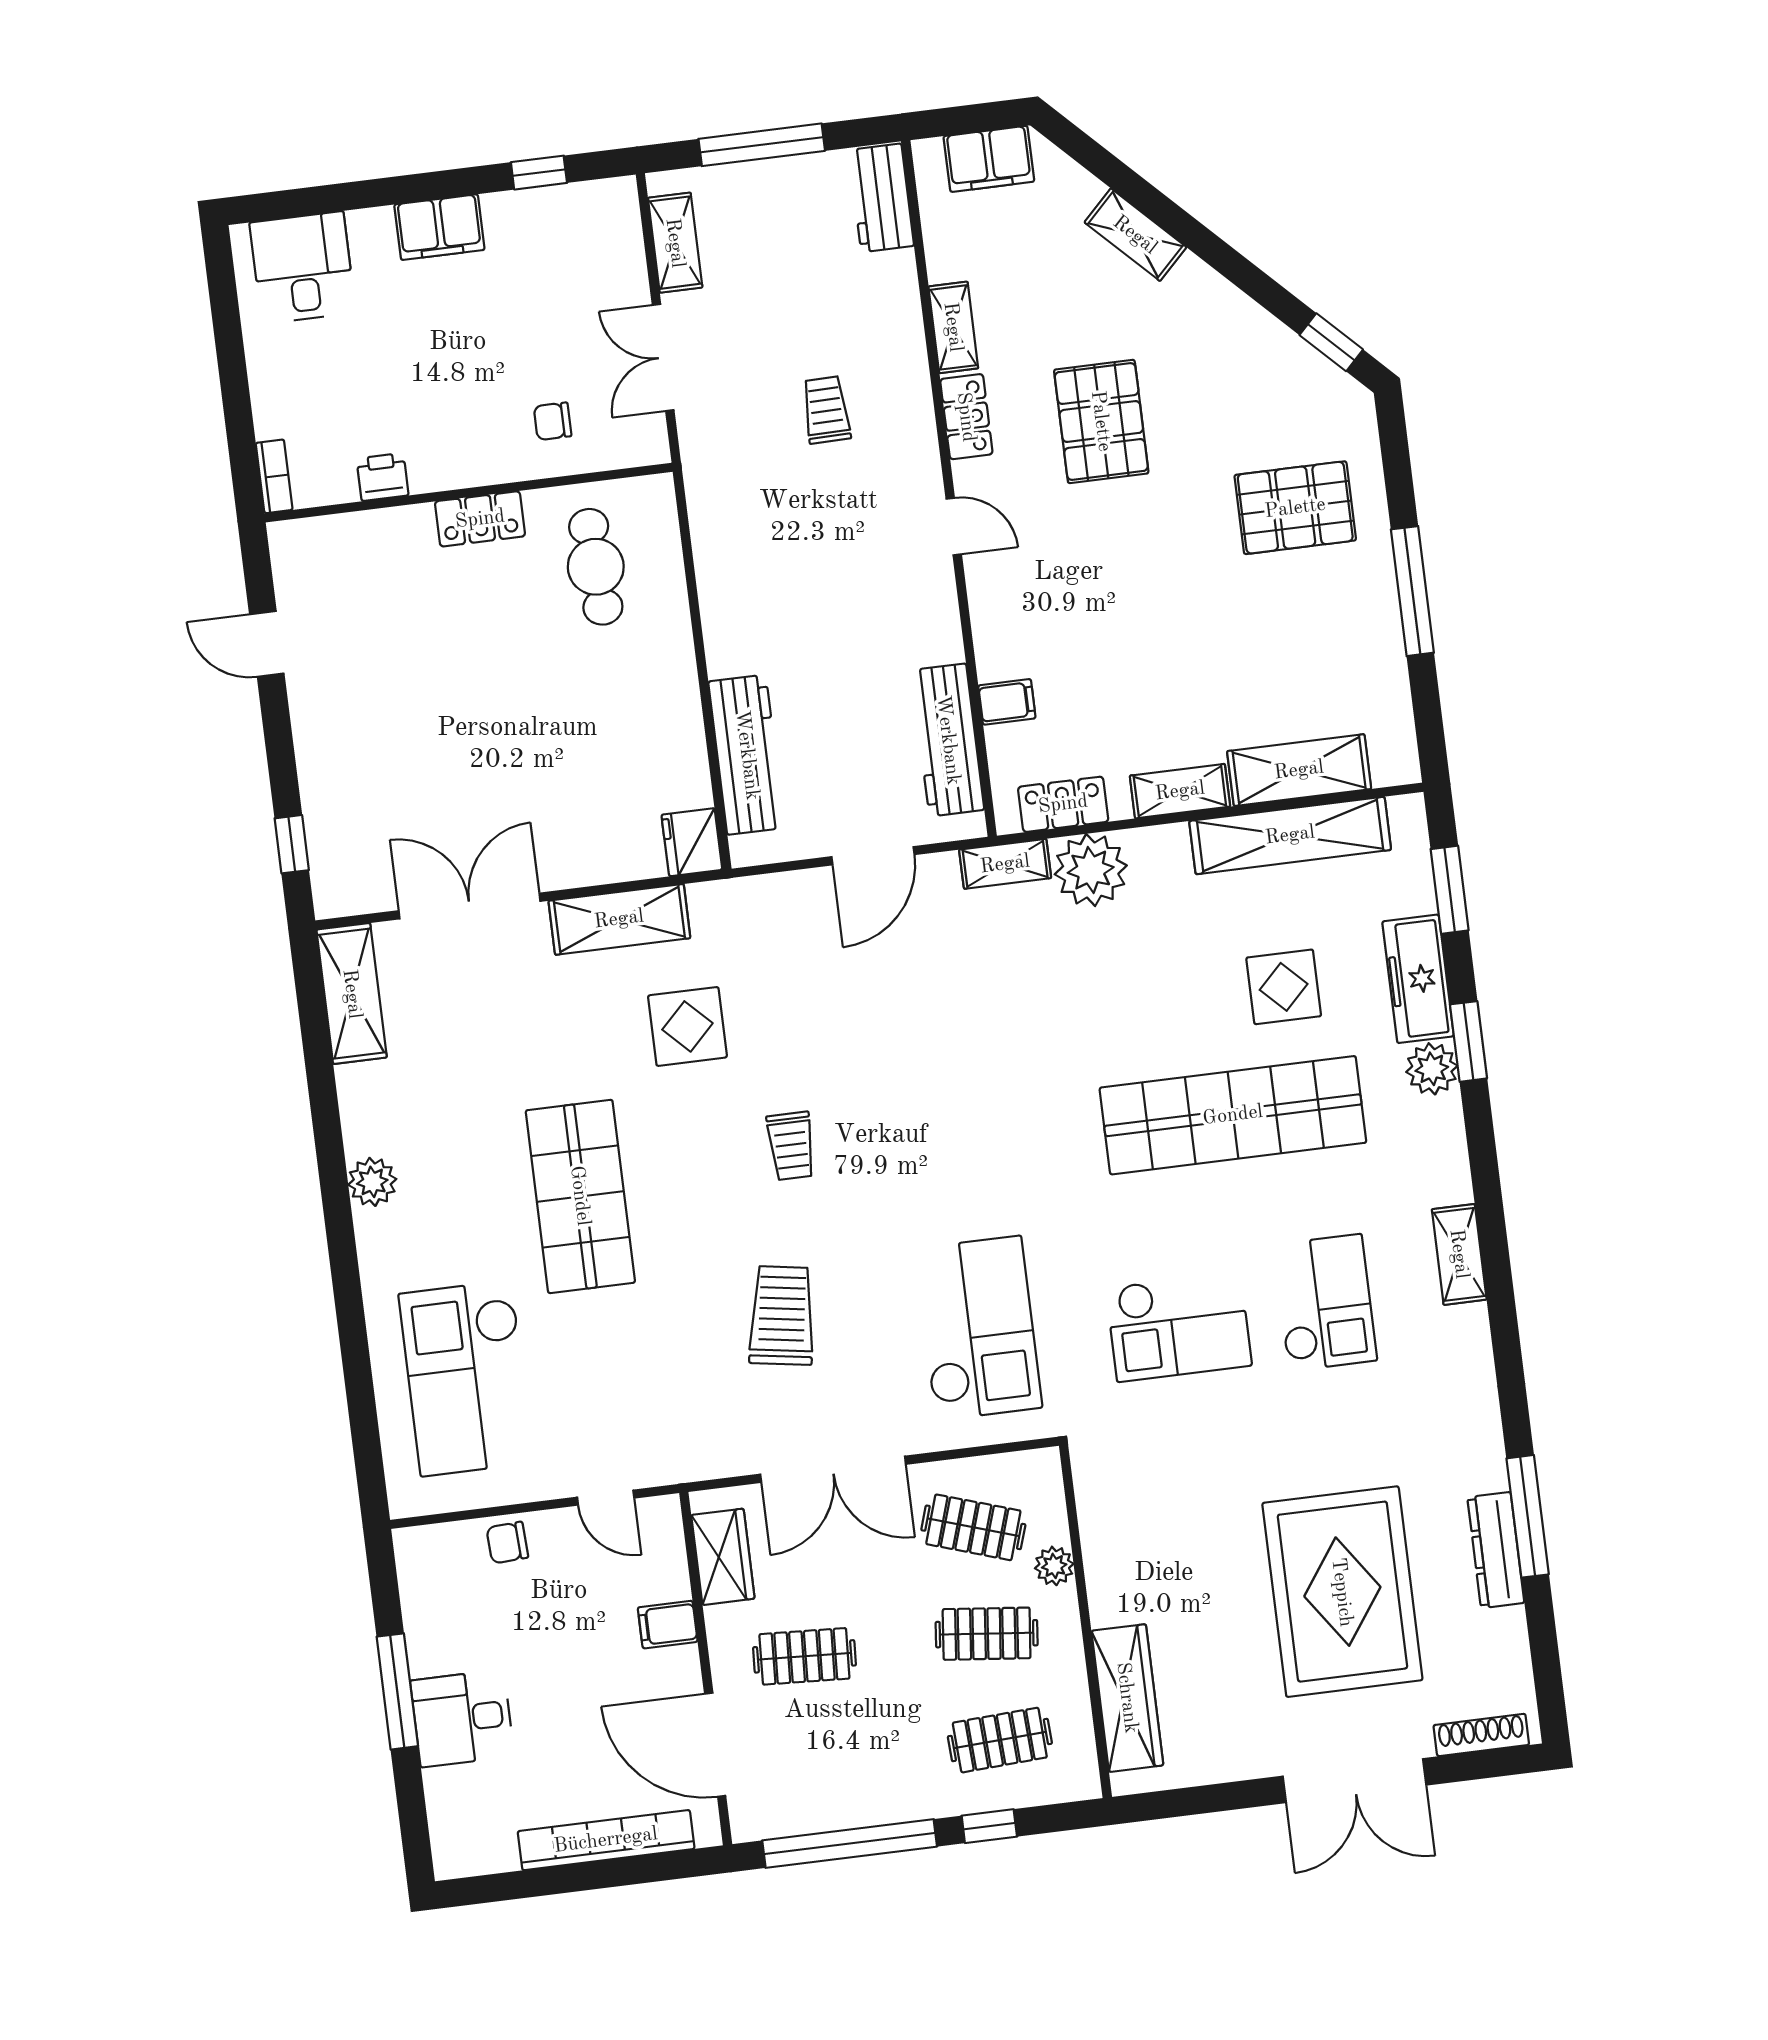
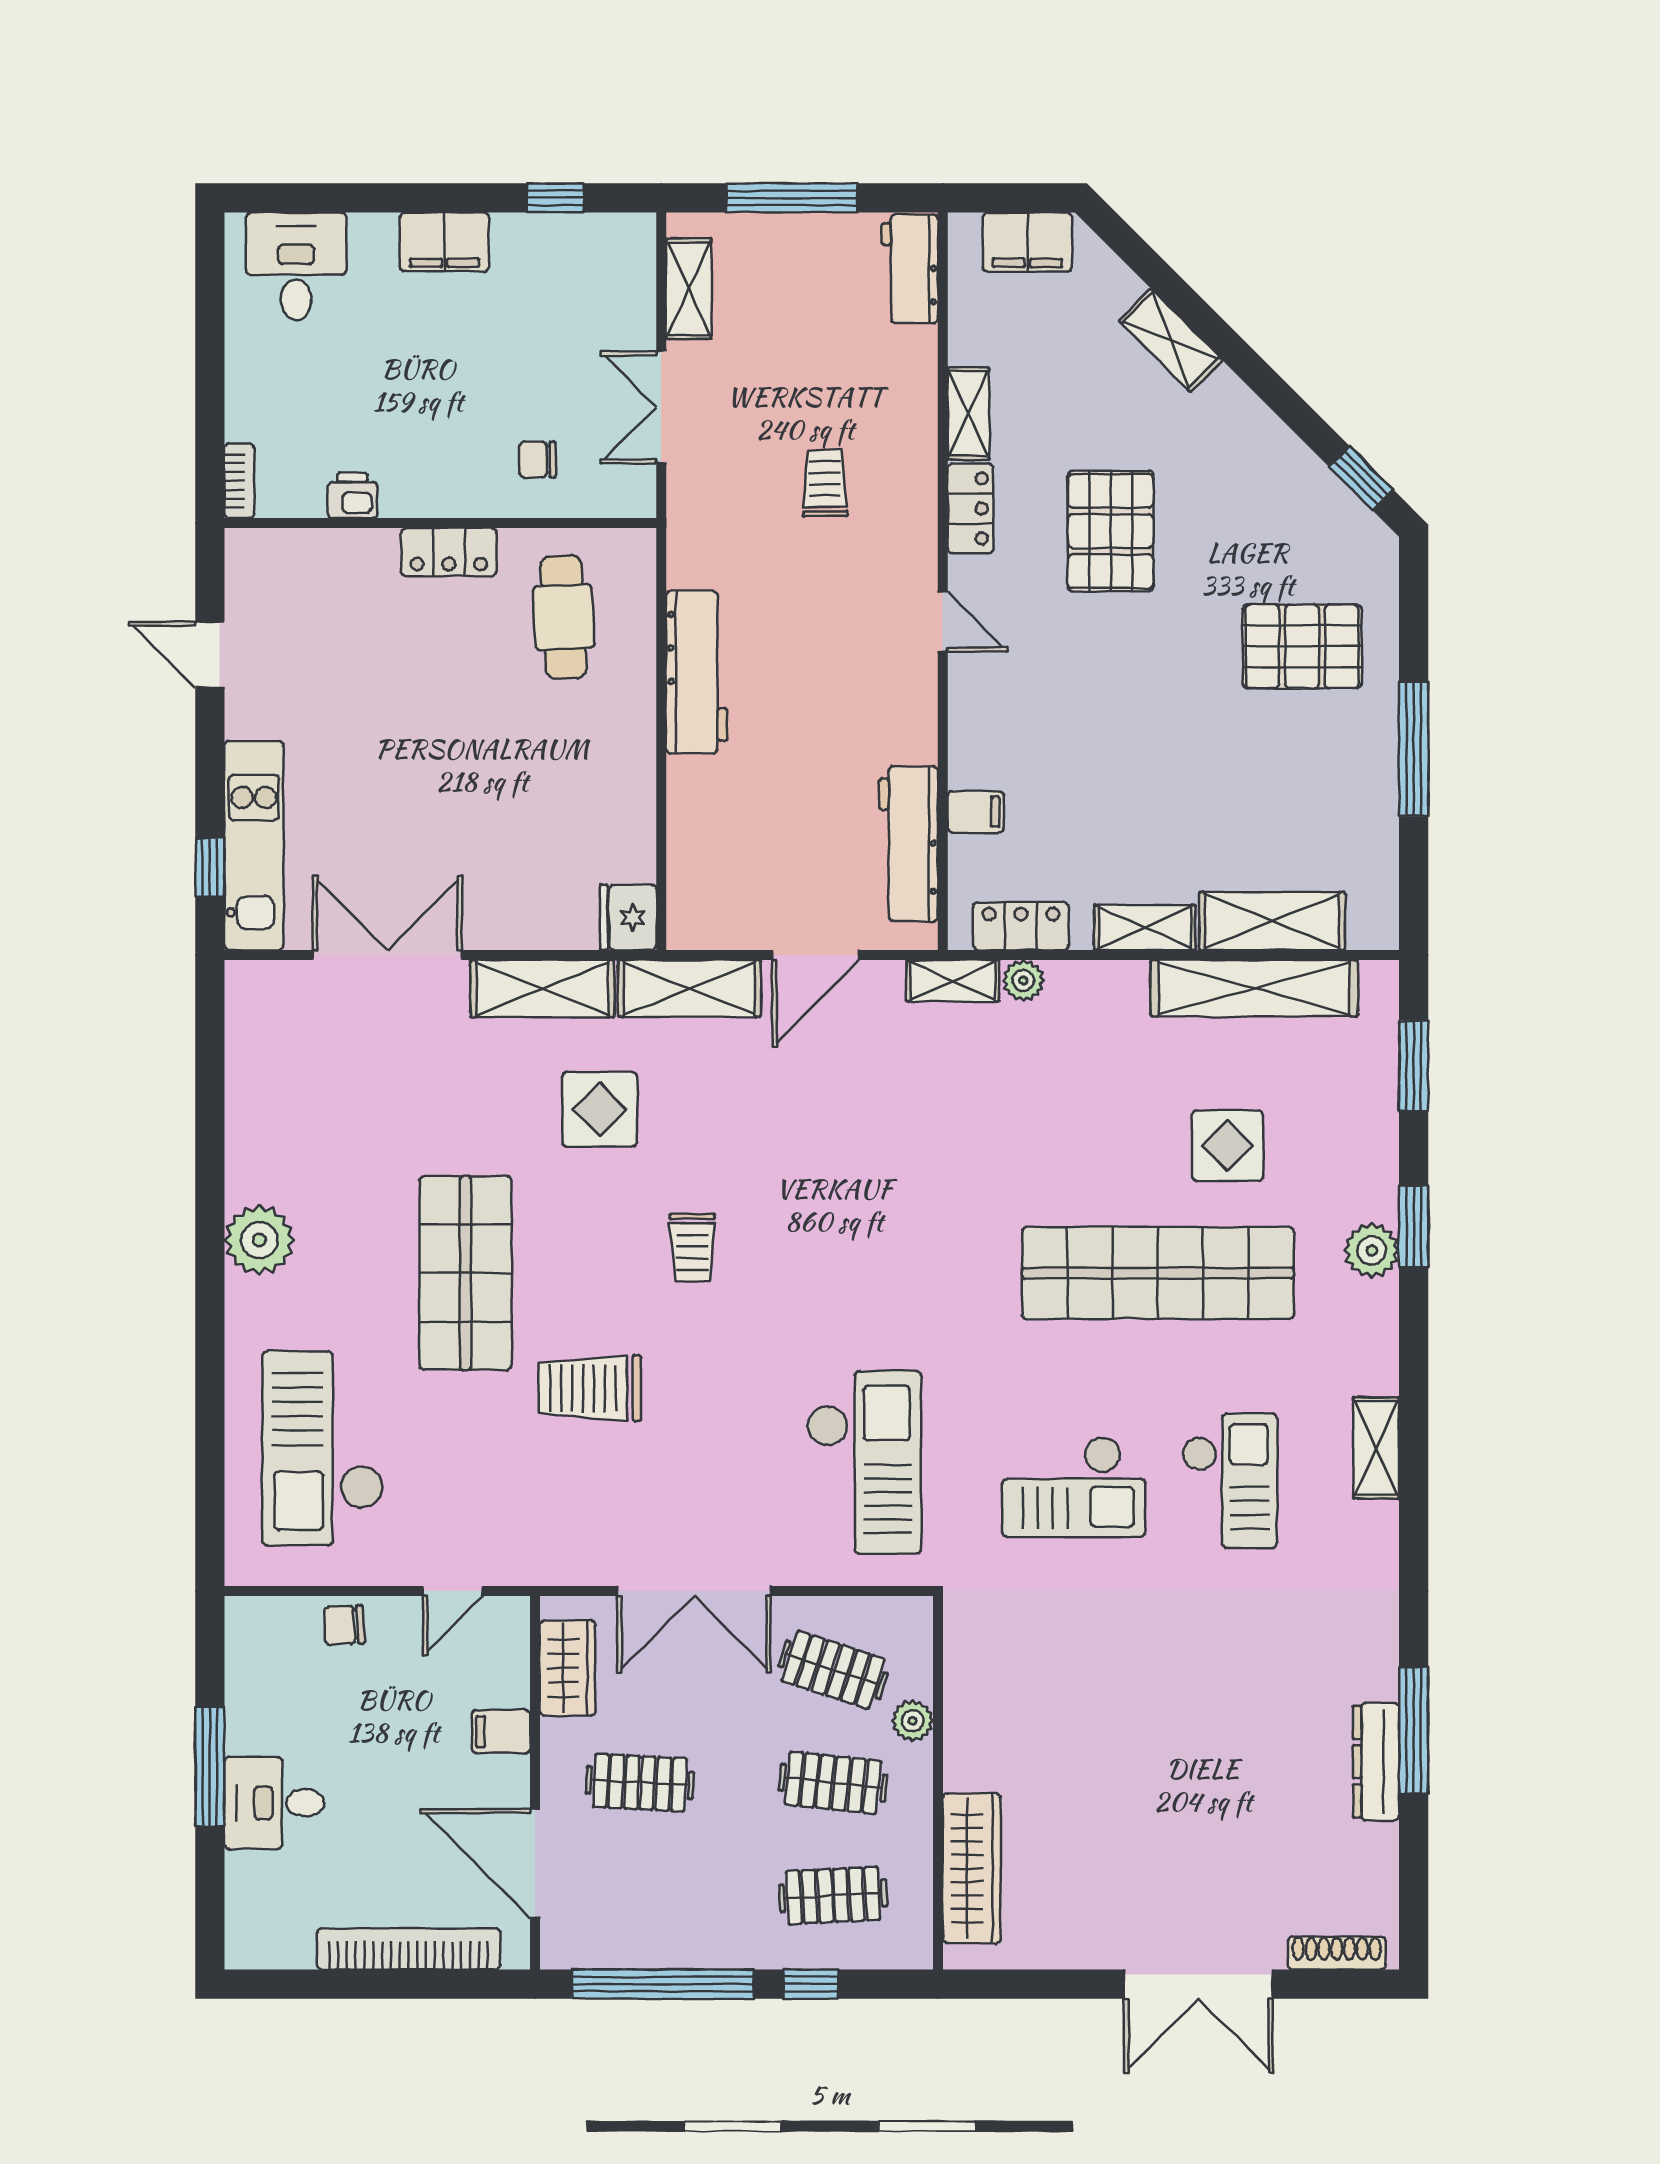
workbench: (747, 755) -> (697, 672), moved
kitchen unit: (331, 818) -> (254, 846), added
plant: (1091, 870) -> (1023, 980), width x0.53, depth x0.53
freezer: (1418, 979) -> (1369, 1155), removed
shelving: (352, 994) -> (689, 988), moved, turned 90
plant: (372, 1182) -> (259, 1240), width x1.36, depth x1.36
trolley: (782, 1315) -> (590, 1388), moved, turned -99
door: (606, 1498) -> (453, 1591), hinge flipped
rug: (1342, 1592) -> (1210, 1785), removed

